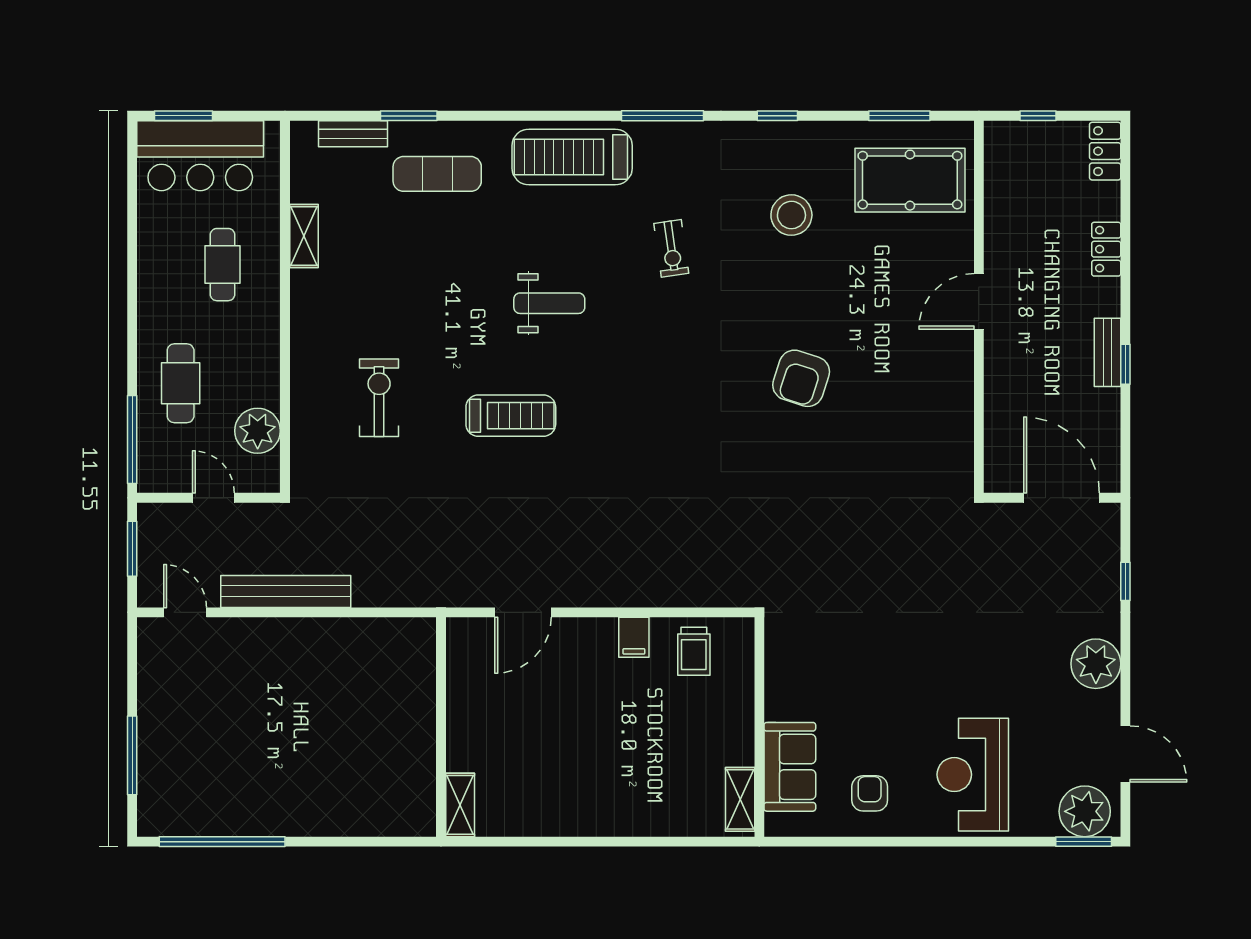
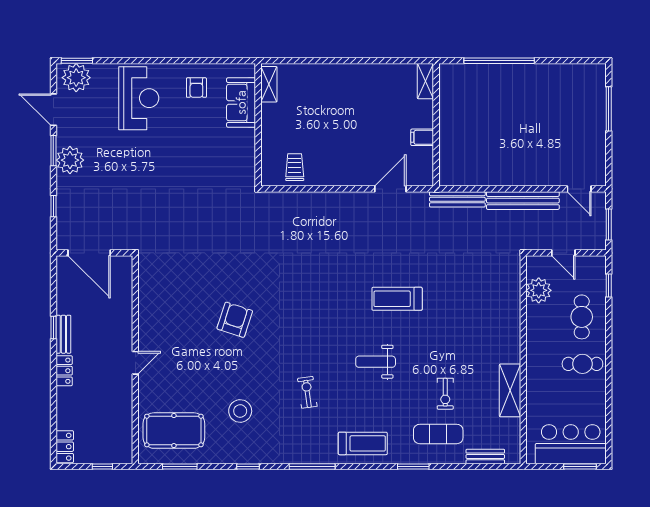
window: (409, 116) -> (413, 466), moved
treadmill: (572, 157) -> (363, 443), width x0.73, depth x0.73
shelving: (304, 236) -> (510, 390), width x1.50, depth x1.33
locker: (1106, 249) -> (64, 371), moved
cafe table: (223, 265) -> (582, 364), moved, turned 90
door: (979, 301) -> (135, 363), width x0.73
exercise bike: (379, 398) -> (445, 394), moved, width x0.73, depth x0.72
window: (132, 439) -> (609, 286), width x0.46
bench: (403, 594) -> (457, 199), added
filing cabinet: (634, 637) -> (422, 137), moved, turned -90
window: (1125, 681) -> (53, 151), added
window: (222, 842) -> (499, 61), moved

